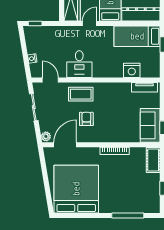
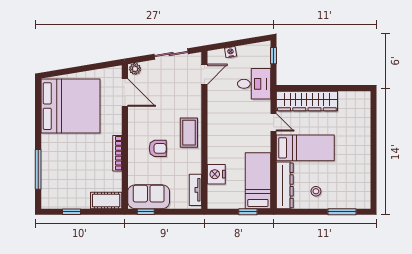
desk: (79, 64) -> (254, 84), moved, turned 180
coffee table: (81, 94) -> (189, 133), moved
armchair: (86, 119) -> (158, 148), moved

